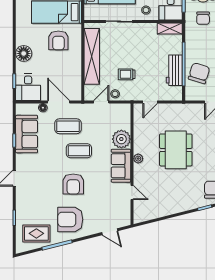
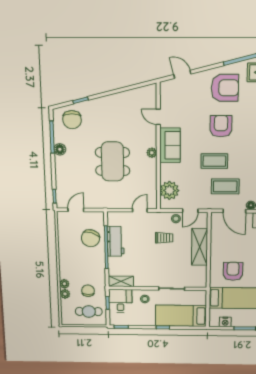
shelving: (92, 56) -> (200, 247), width x0.68
plant: (121, 139) -> (169, 190), moved

